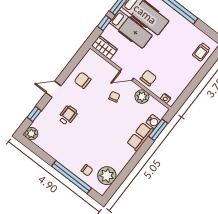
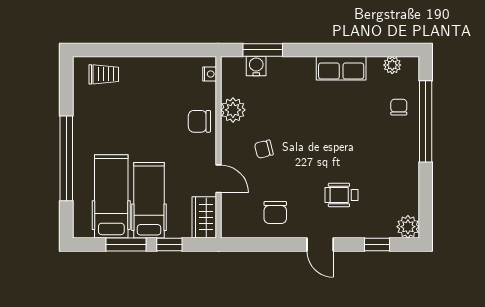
door: (127, 75) -> (218, 179), moved
row of seats: (140, 137) -> (341, 68), moved
plant: (107, 176) -> (392, 65), width x0.53, depth x0.53

